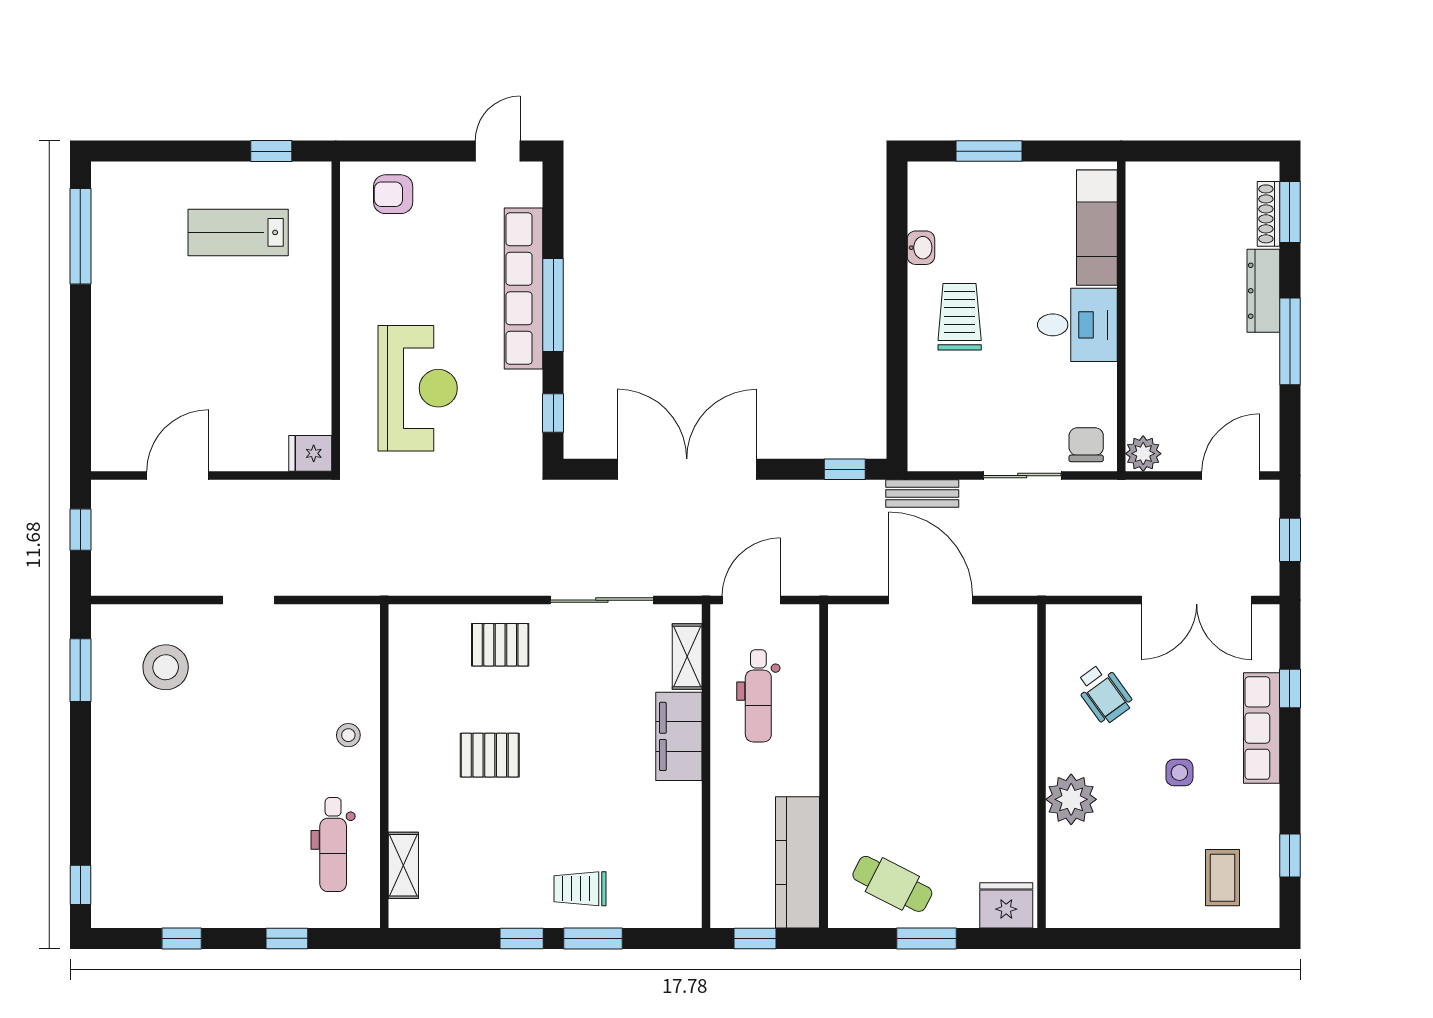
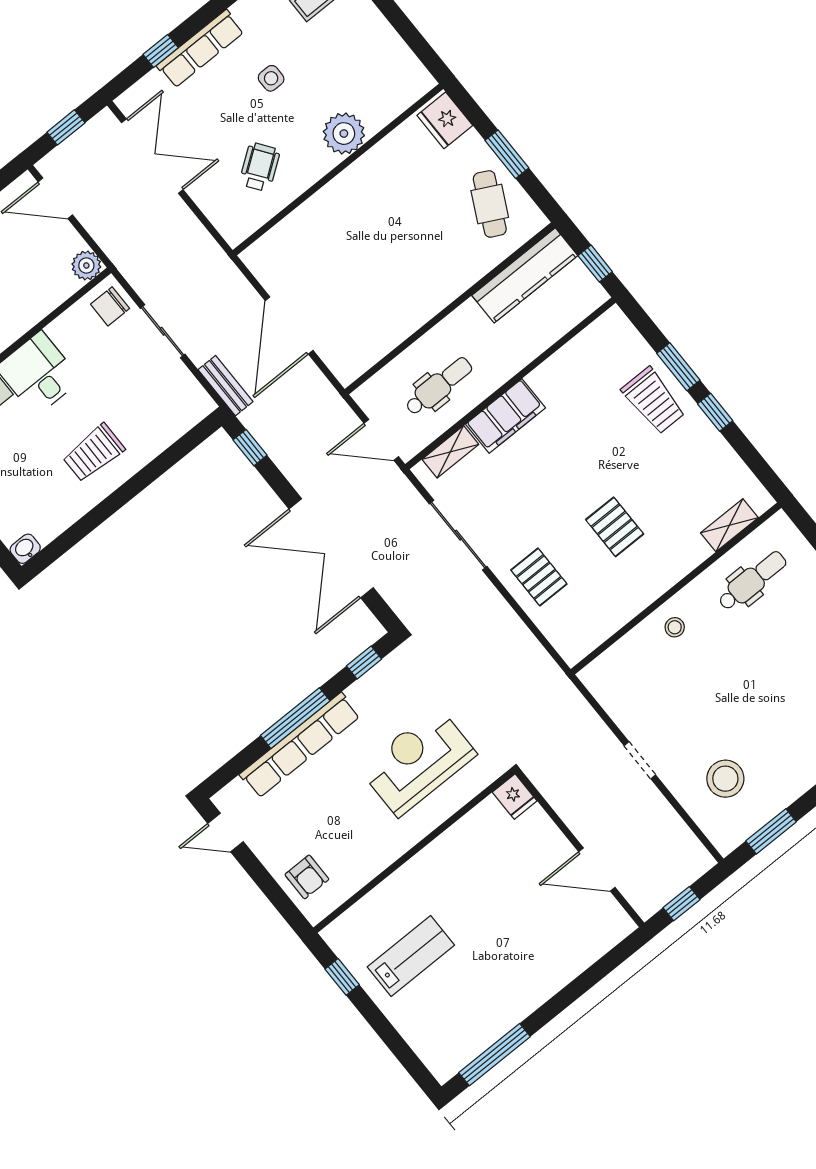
lab bench: (238, 232) -> (411, 956), turned -90
washbasin: (921, 248) -> (25, 549), moved
trolley: (580, 889) -> (653, 401), width x1.36, depth x1.39

